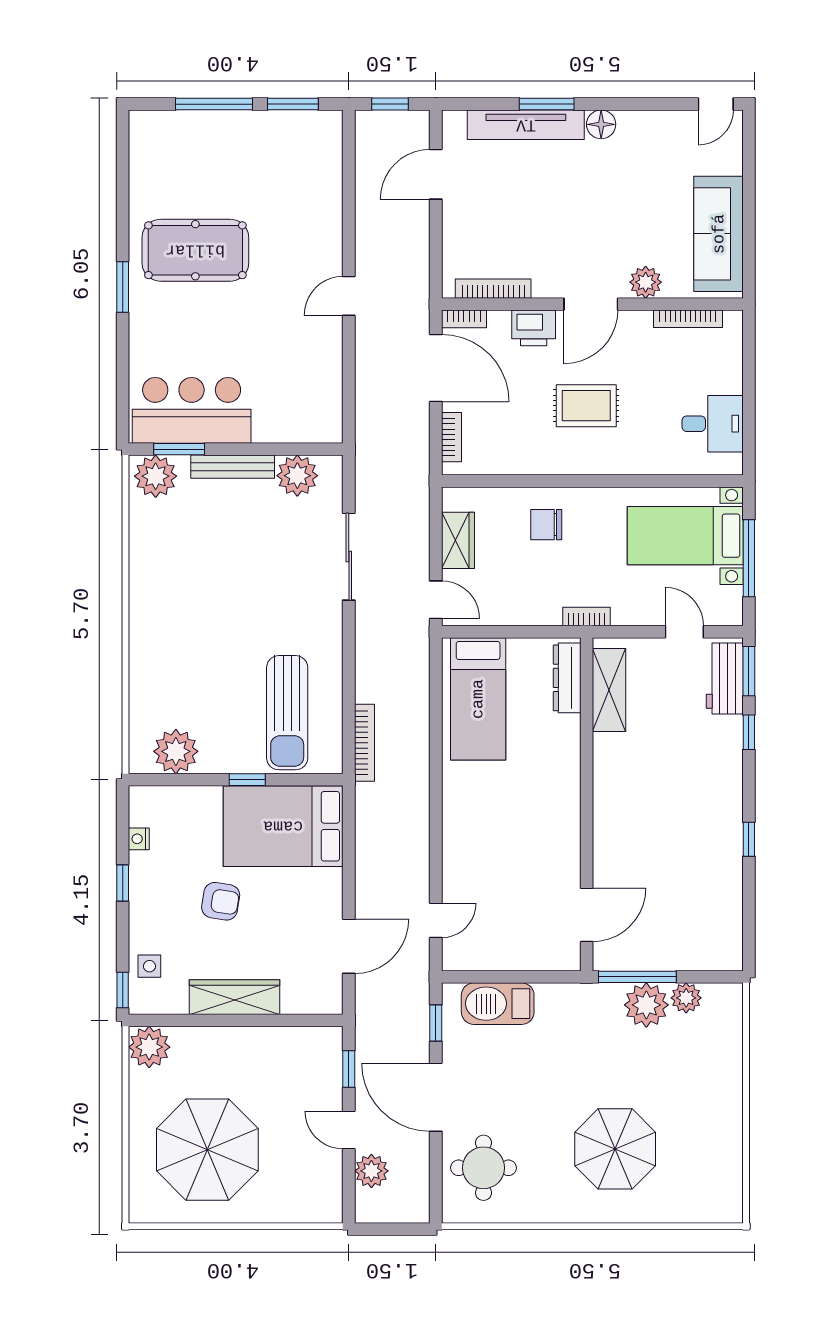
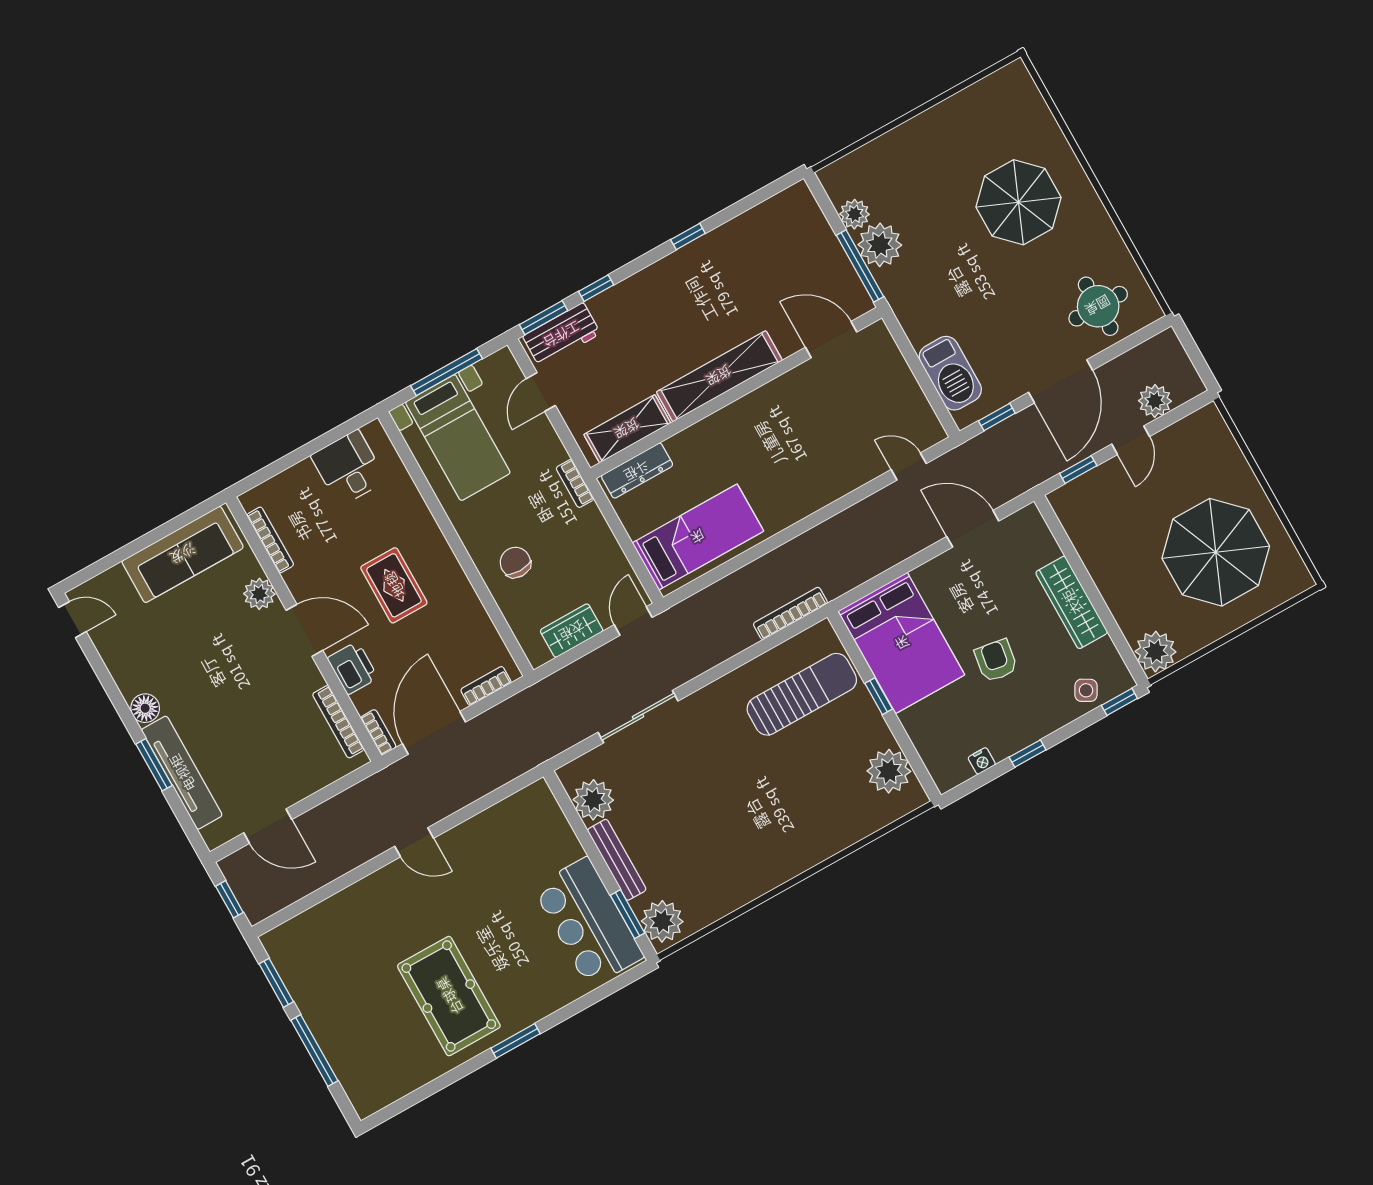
chair: (546, 525) -> (515, 562), turned 180
shelving: (610, 798) -> (719, 376), added
side table: (149, 966) -> (1086, 690), turned 30

